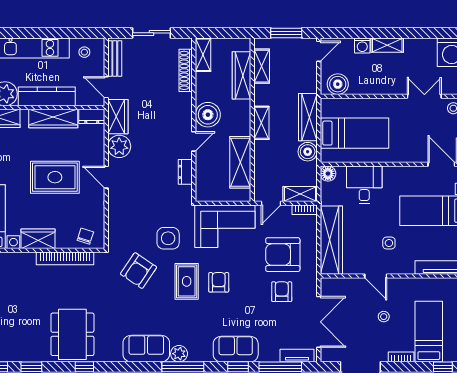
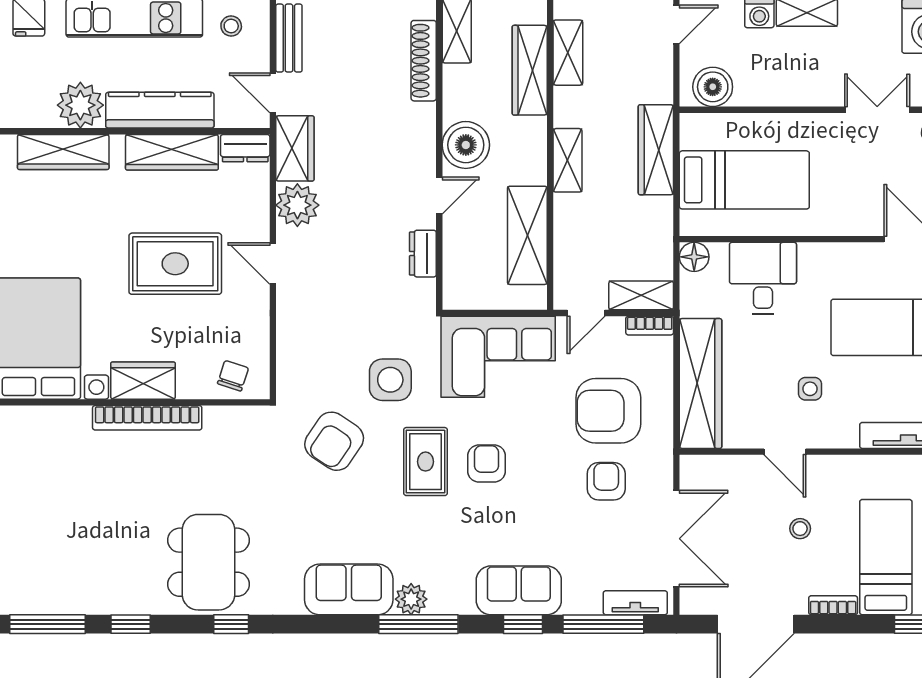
boiler: (308, 152) -> (655, 215), removed
bookcase: (65, 258) -> (147, 418), moved

